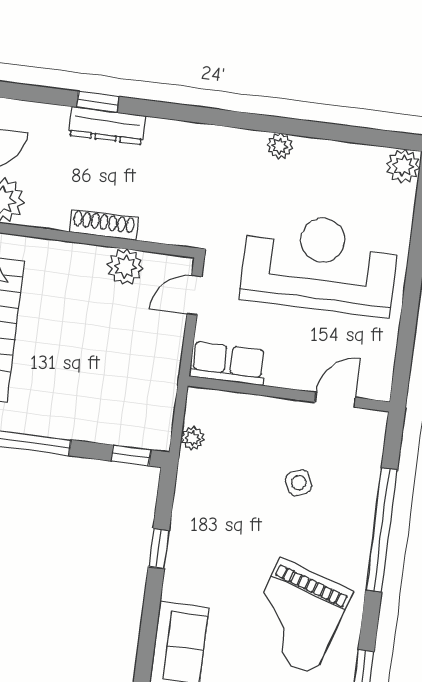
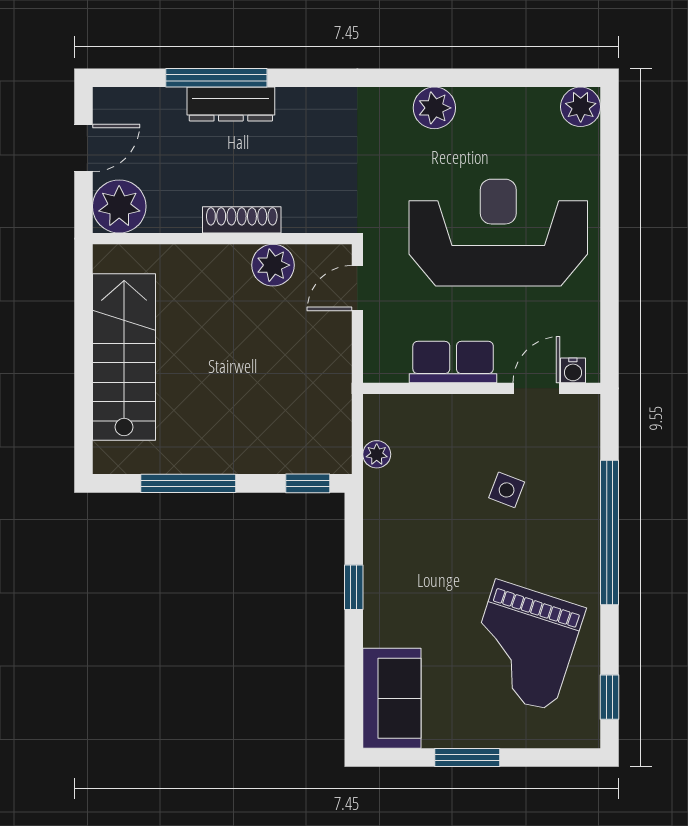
window: (98, 102) -> (216, 78), width x2.17
plant: (280, 146) -> (434, 108), width x1.38, depth x1.38
row of seats: (228, 363) -> (453, 362), moved
water cooler: (368, 389) -> (573, 370), added
side table: (299, 483) -> (507, 490), turned 45

